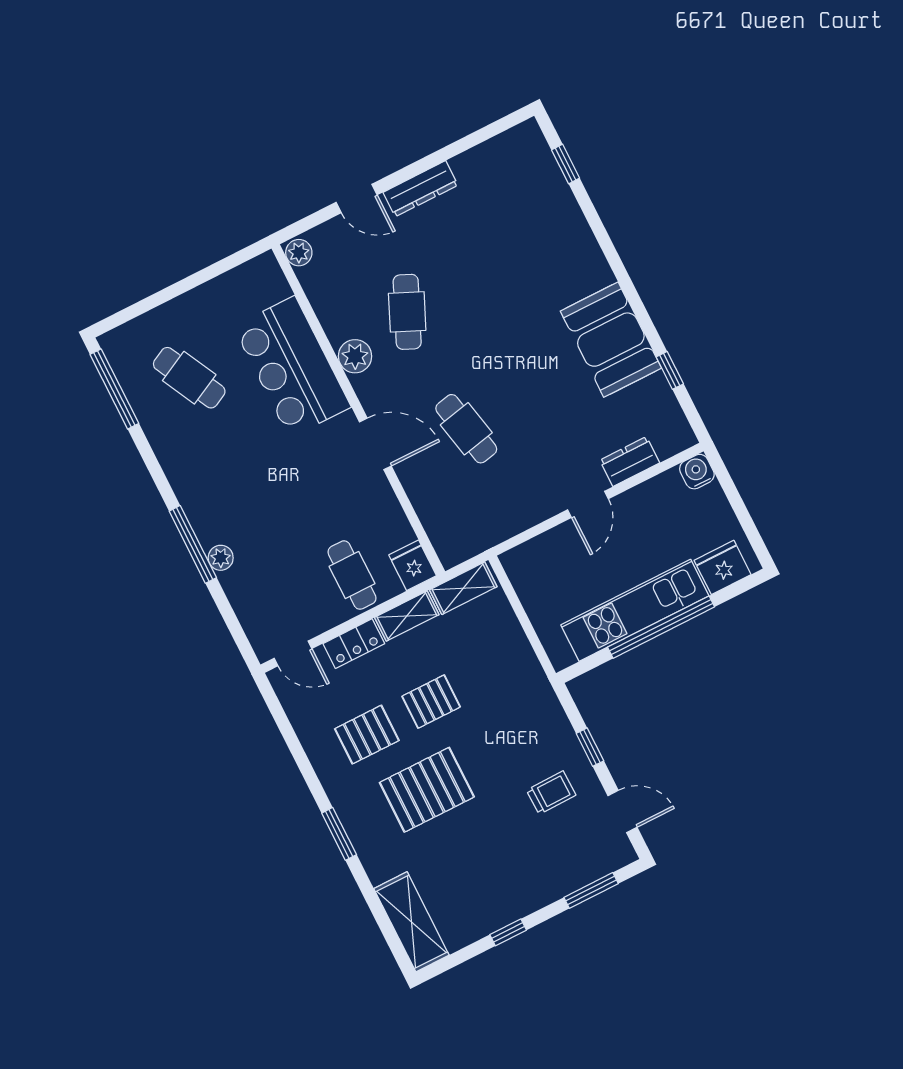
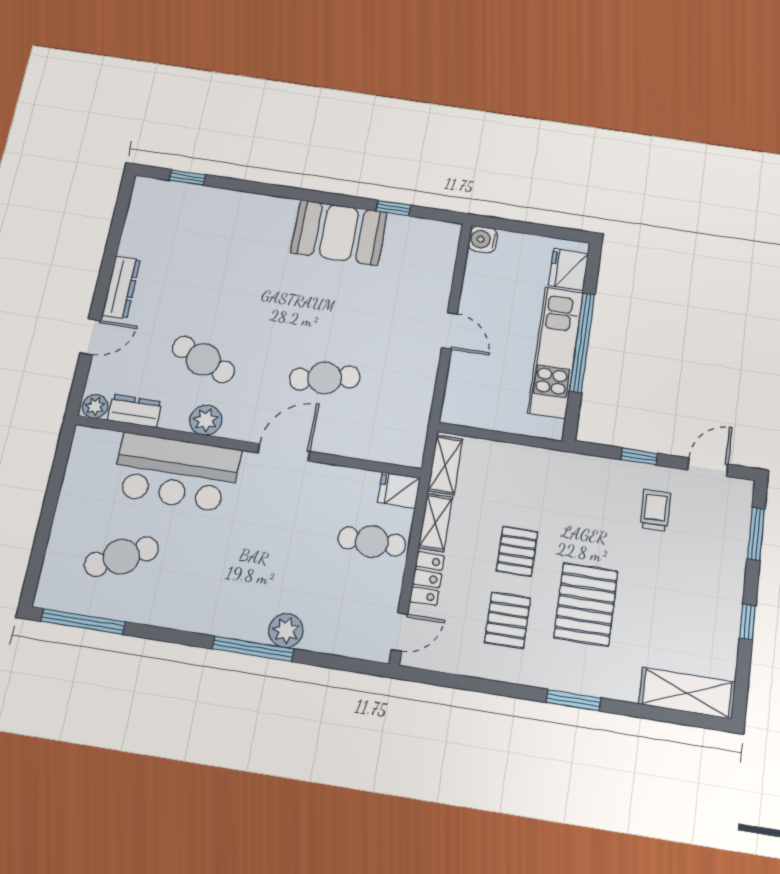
dresser: (630, 461) -> (135, 411), moved, turned 90
plant: (221, 558) -> (286, 631), width x1.38, depth x1.38

